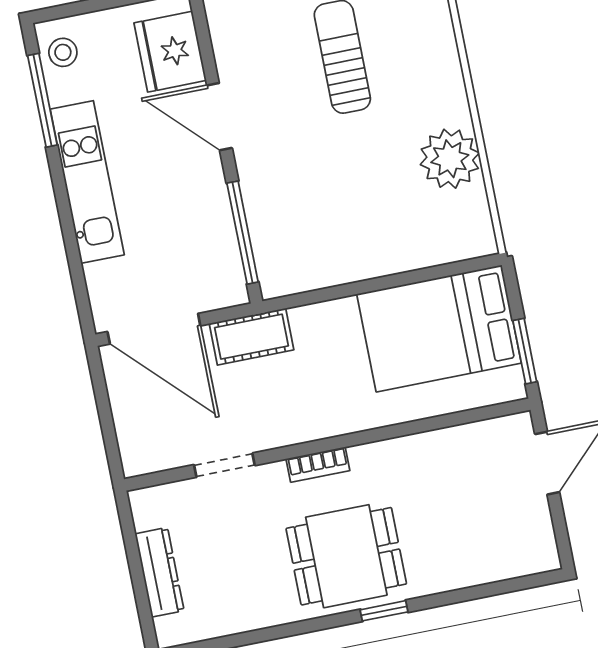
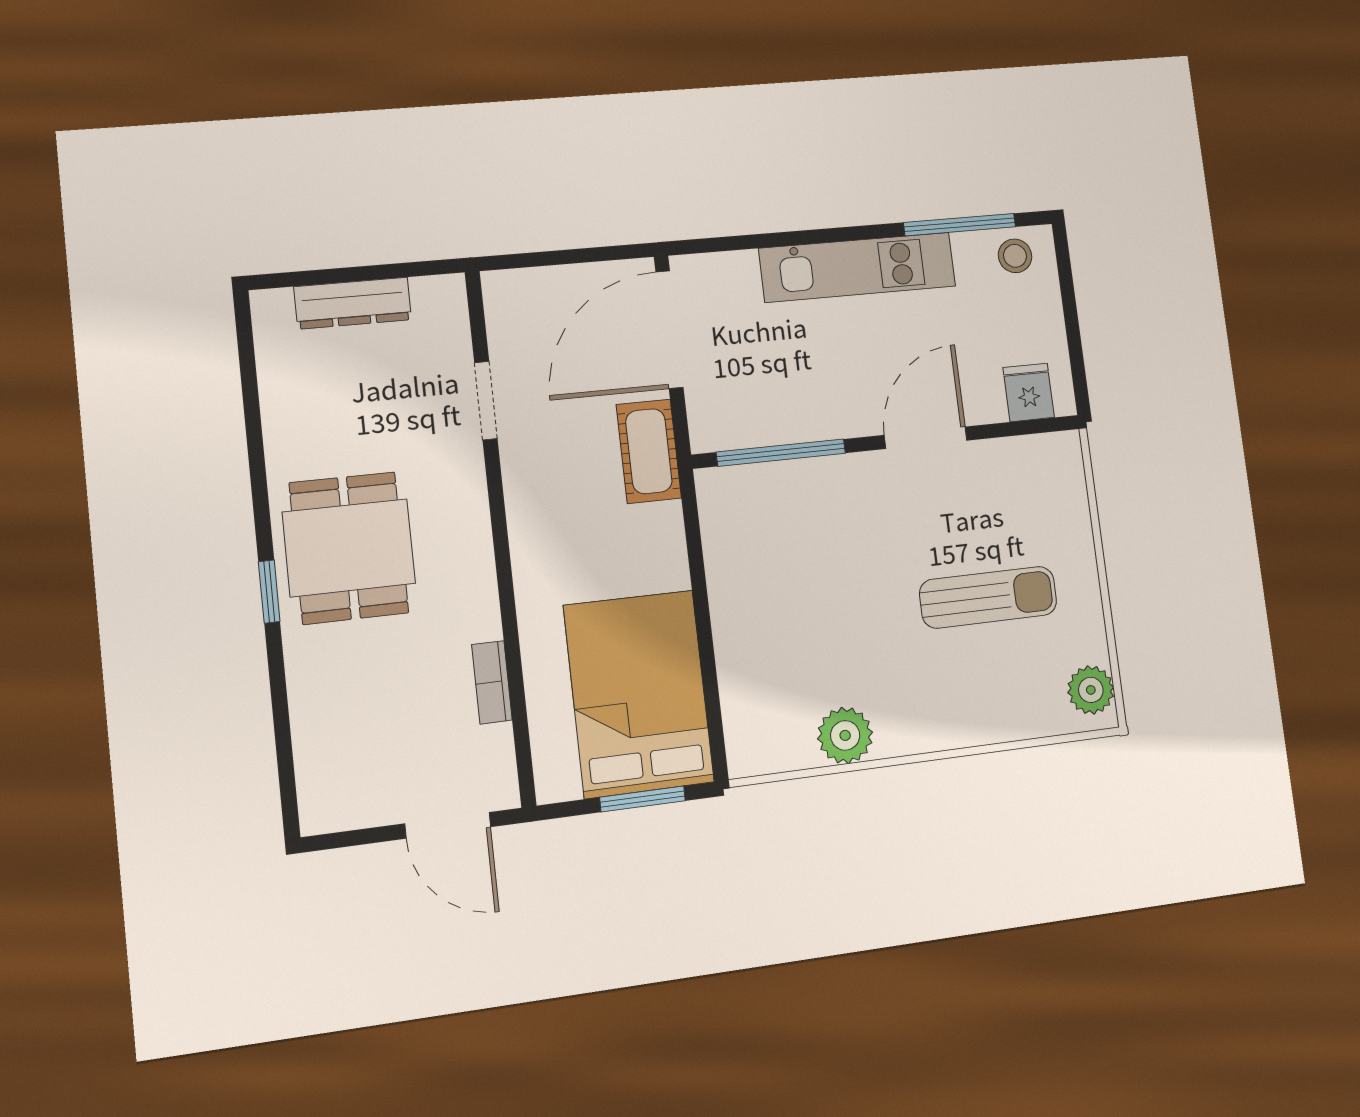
fridge: (170, 52) -> (1029, 393), width x0.53, depth x0.75
plant: (450, 159) -> (845, 735), width x0.73, depth x0.73
window: (525, 351) -> (643, 799), moved
bookcase: (318, 465) -> (492, 682), moved

